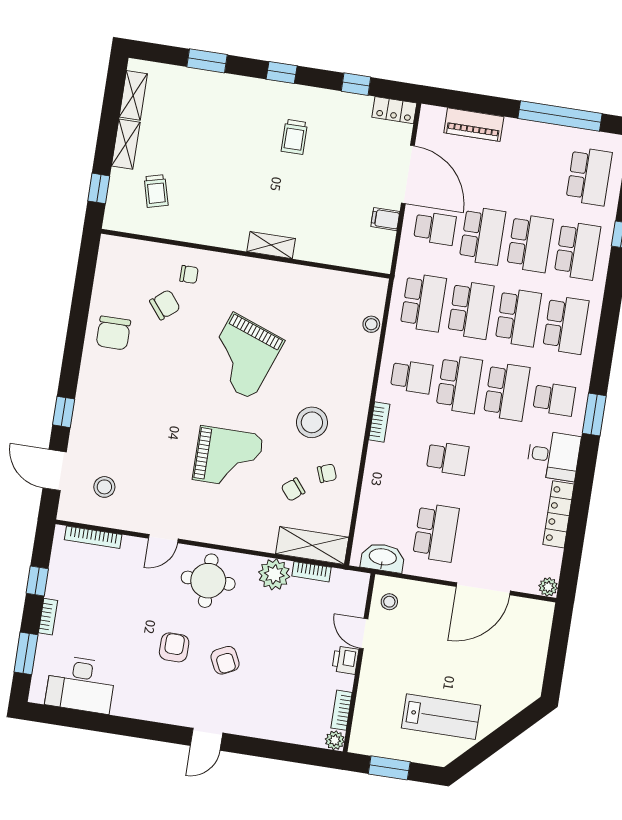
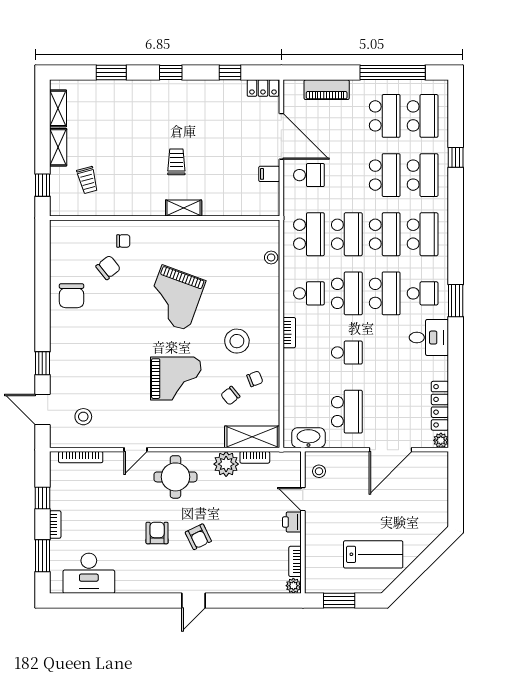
trolley: (294, 137) -> (176, 162), moved, turned 180
school desk: (482, 236) -> (385, 116), moved
locker: (558, 514) -> (440, 406), moved

